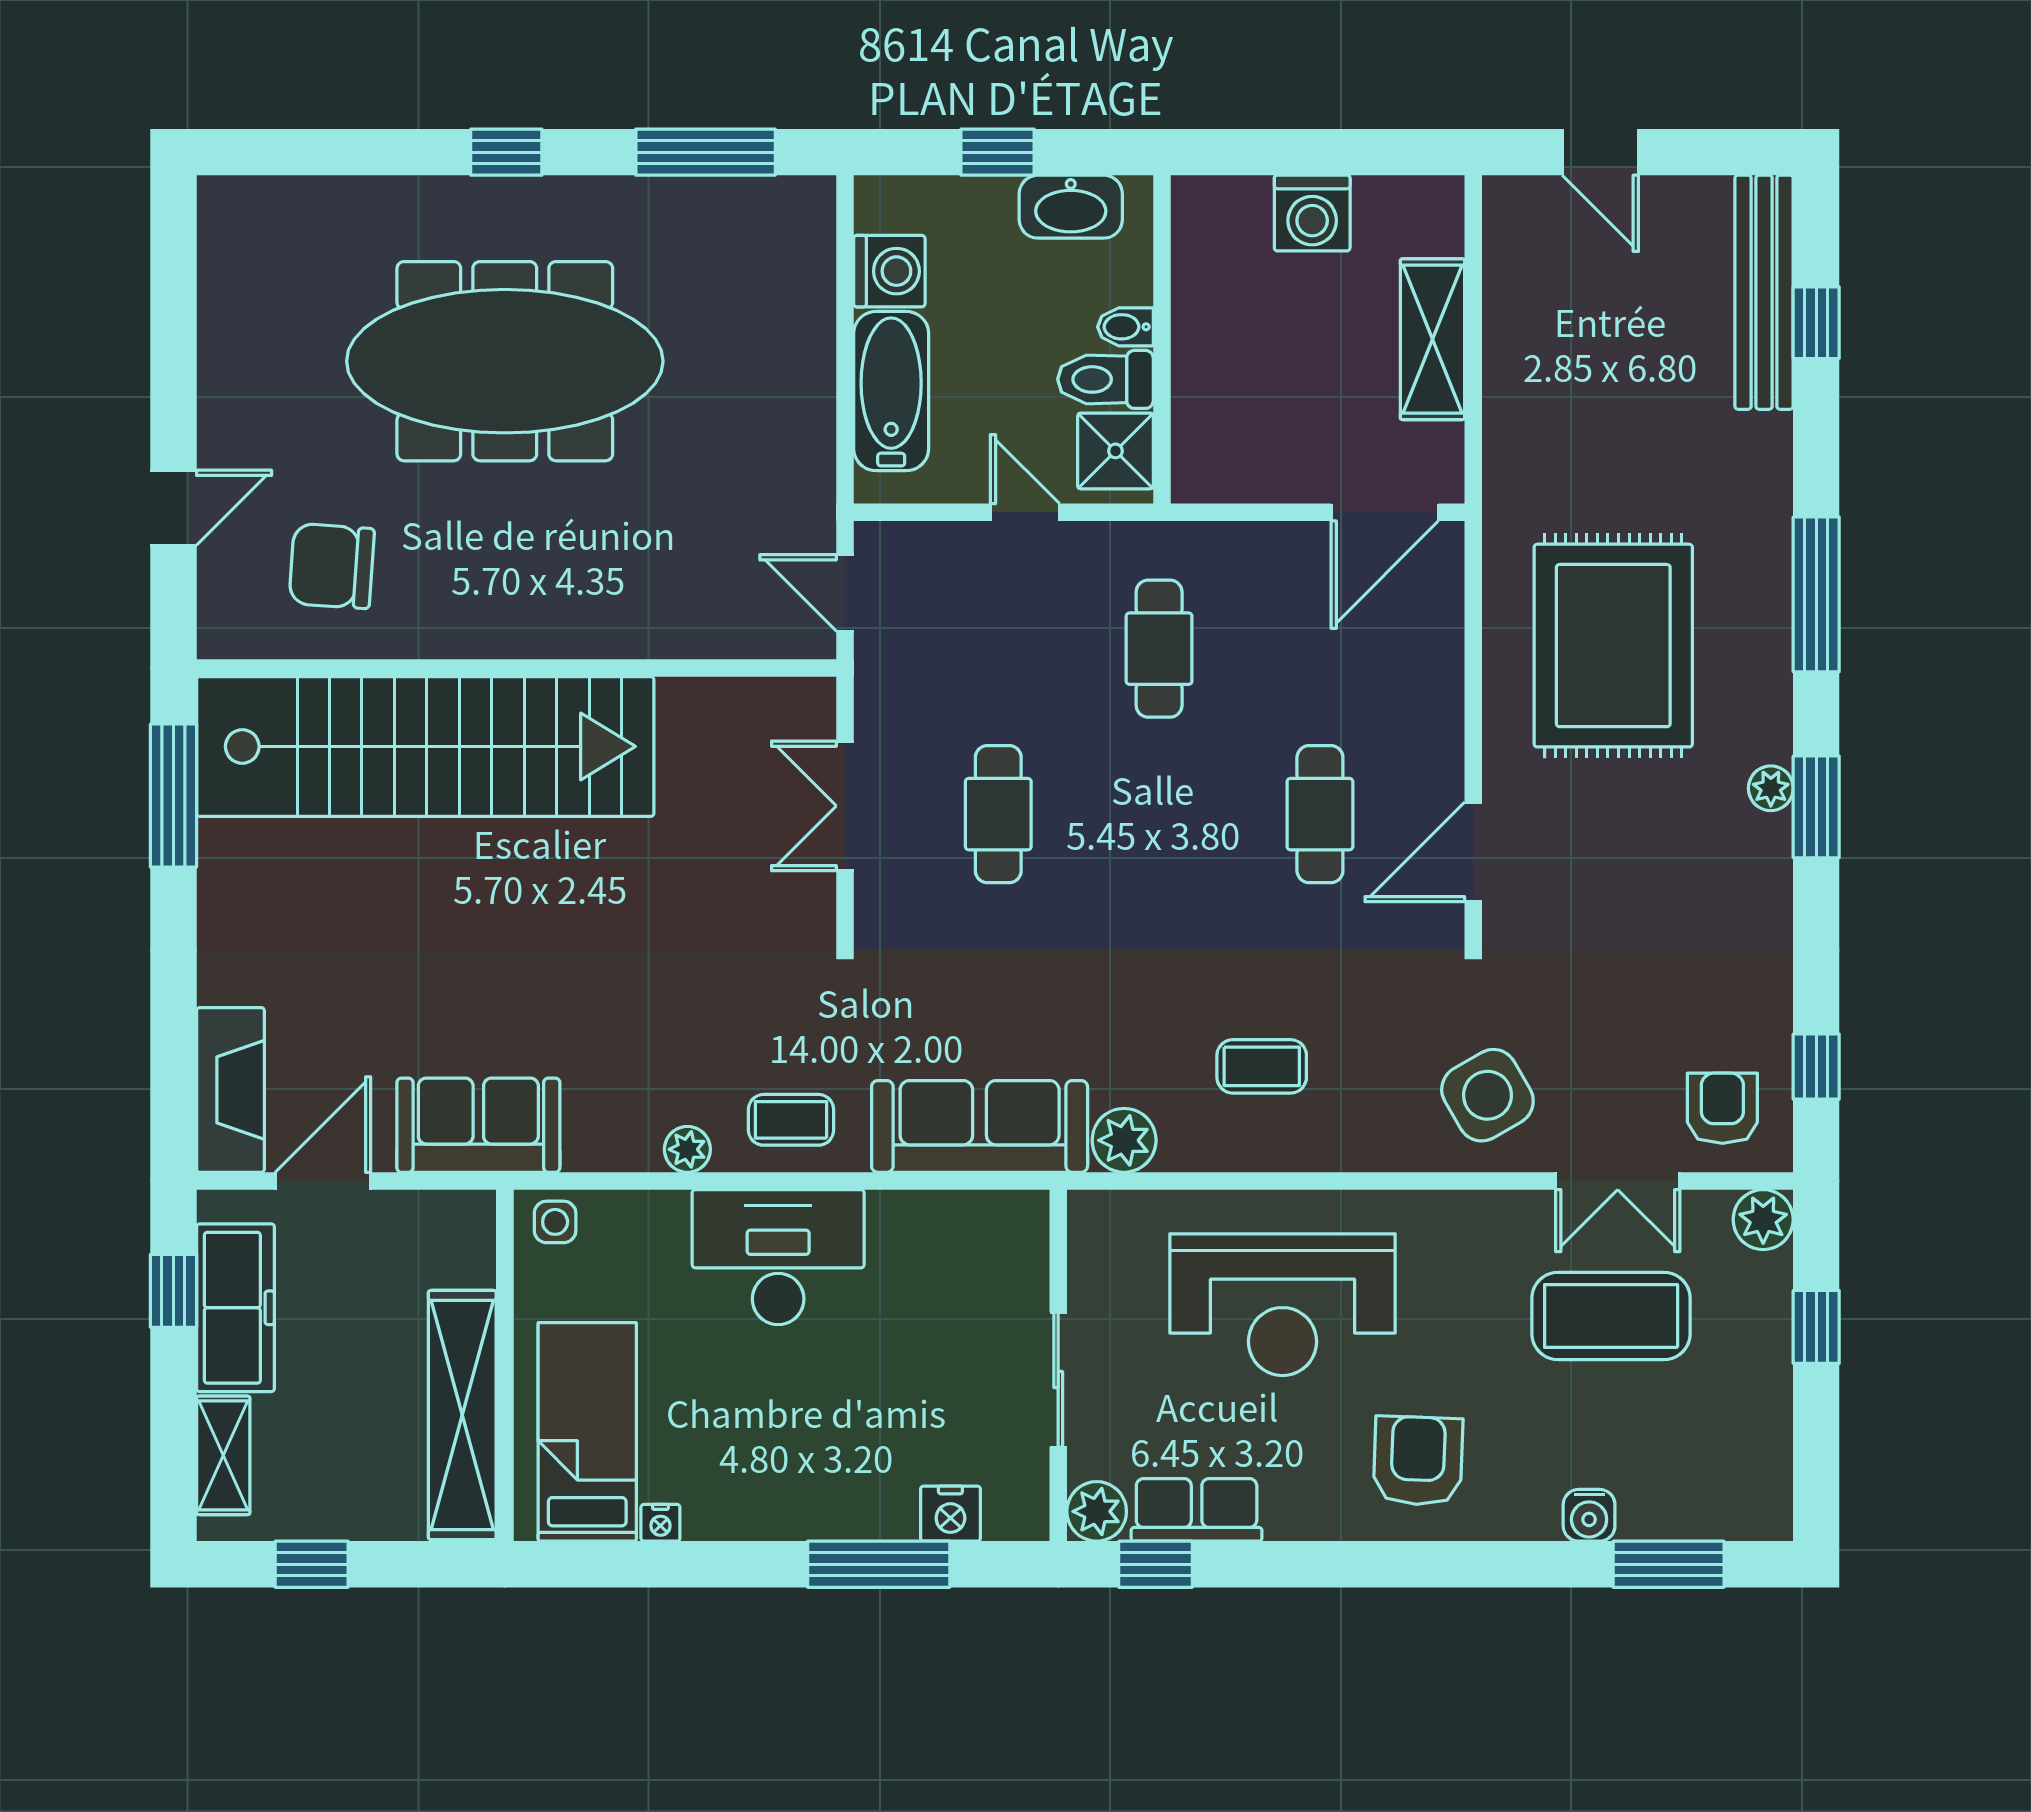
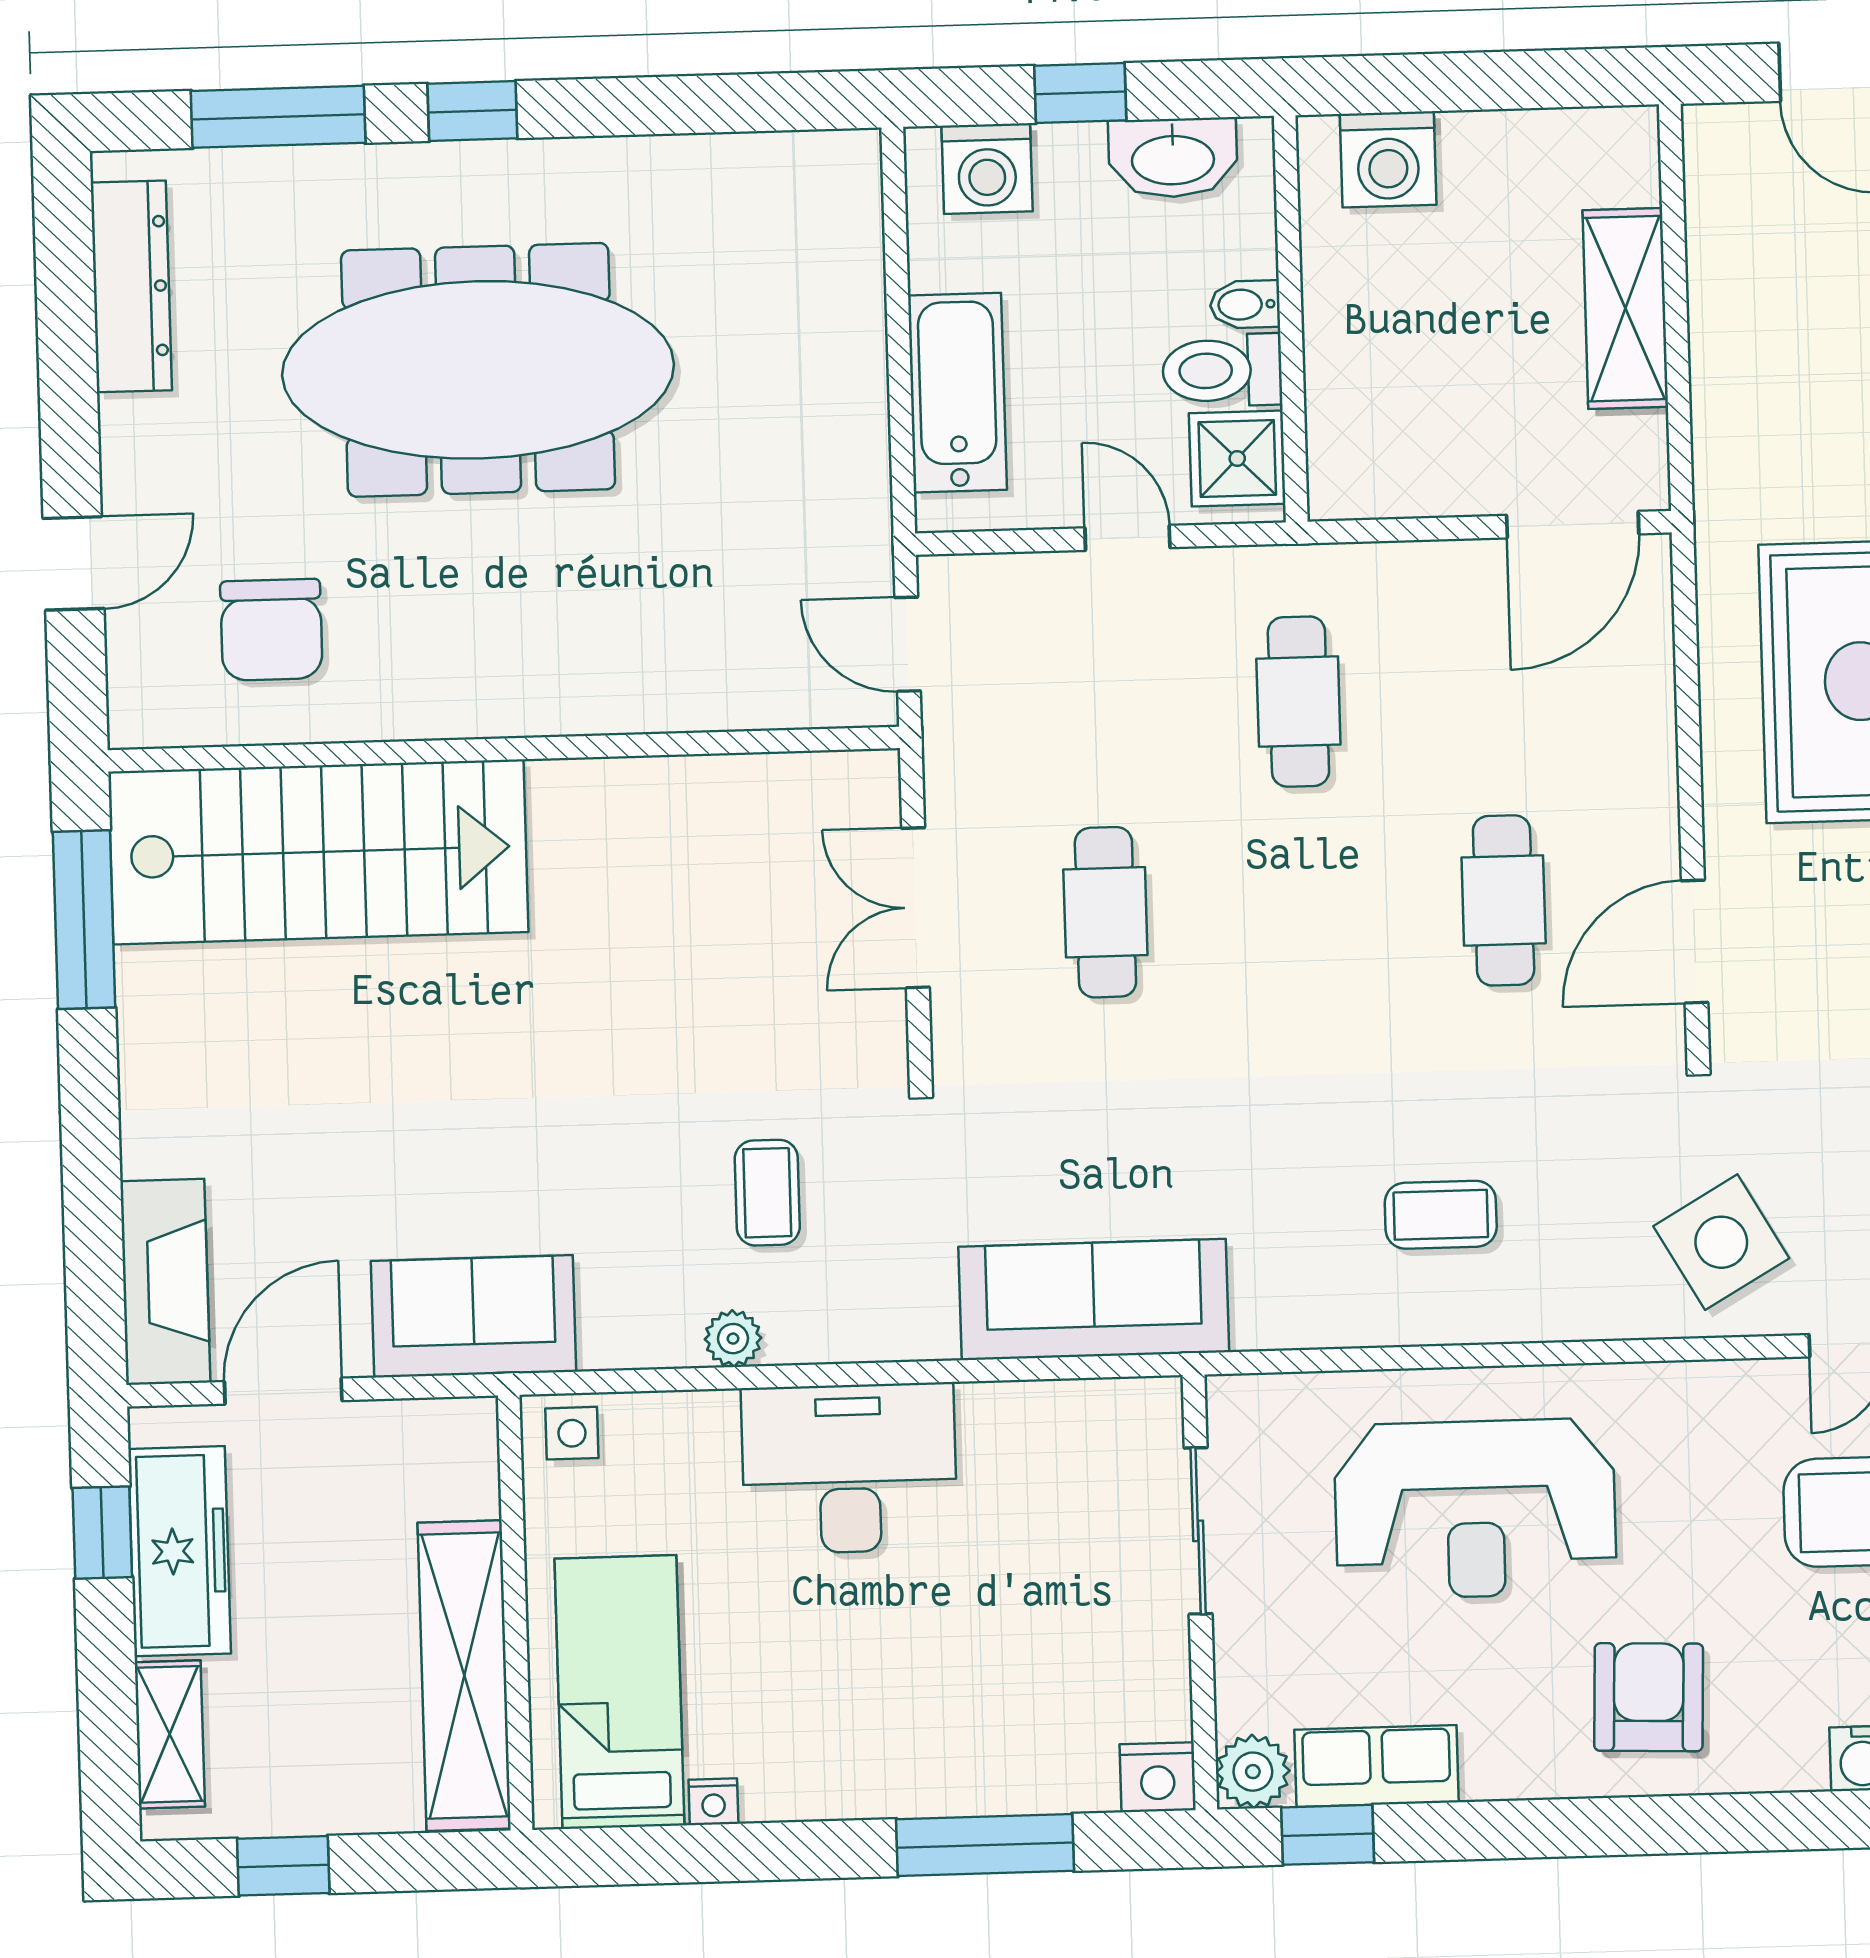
window: (706, 152) -> (278, 117), moved
washing machine: (1312, 213) -> (1388, 159), moved
washing machine: (889, 271) -> (987, 169), moved, turned 90
dresser: (227, 285) -> (131, 286), added
chair: (332, 566) -> (271, 630), turned -94
stairs: (425, 746) -> (318, 852), width x0.73
coffee table: (791, 1120) -> (767, 1193), moved, turned 90
plant: (1124, 1140) -> (1273, 1311), removed
sliding door: (1058, 1380) -> (1198, 1531), moved
nightstand: (950, 1514) -> (1158, 1777), moved

